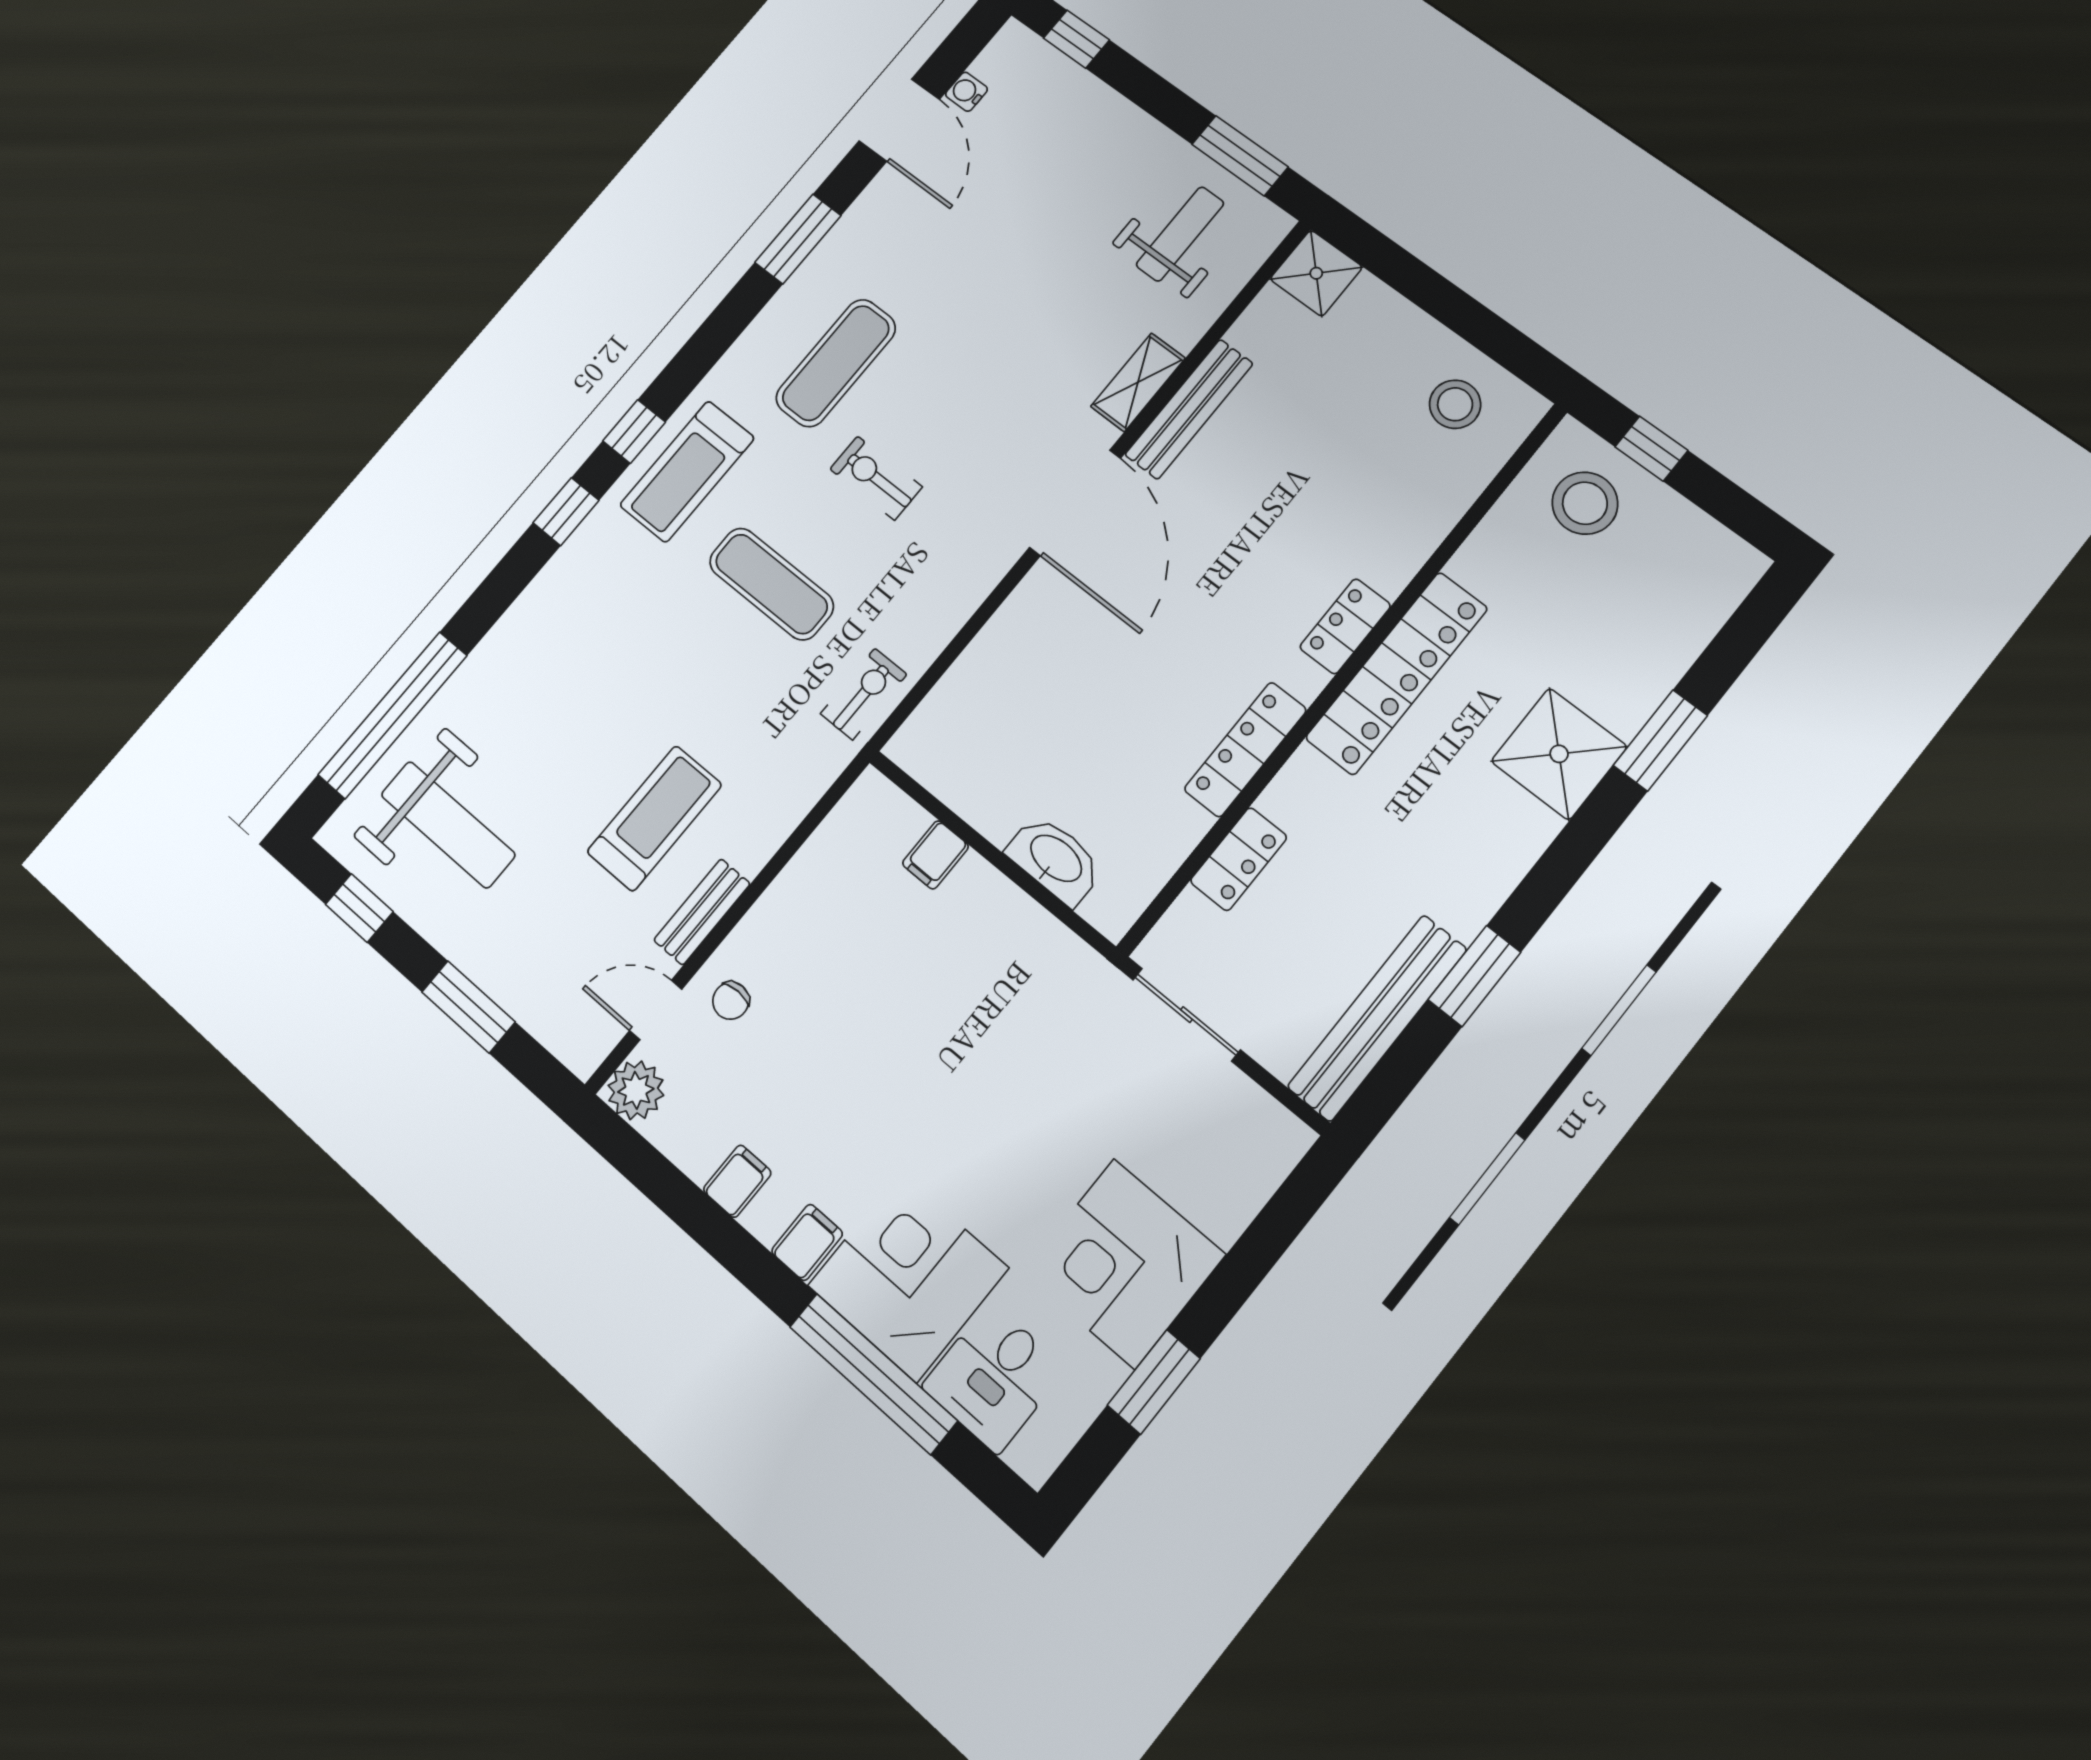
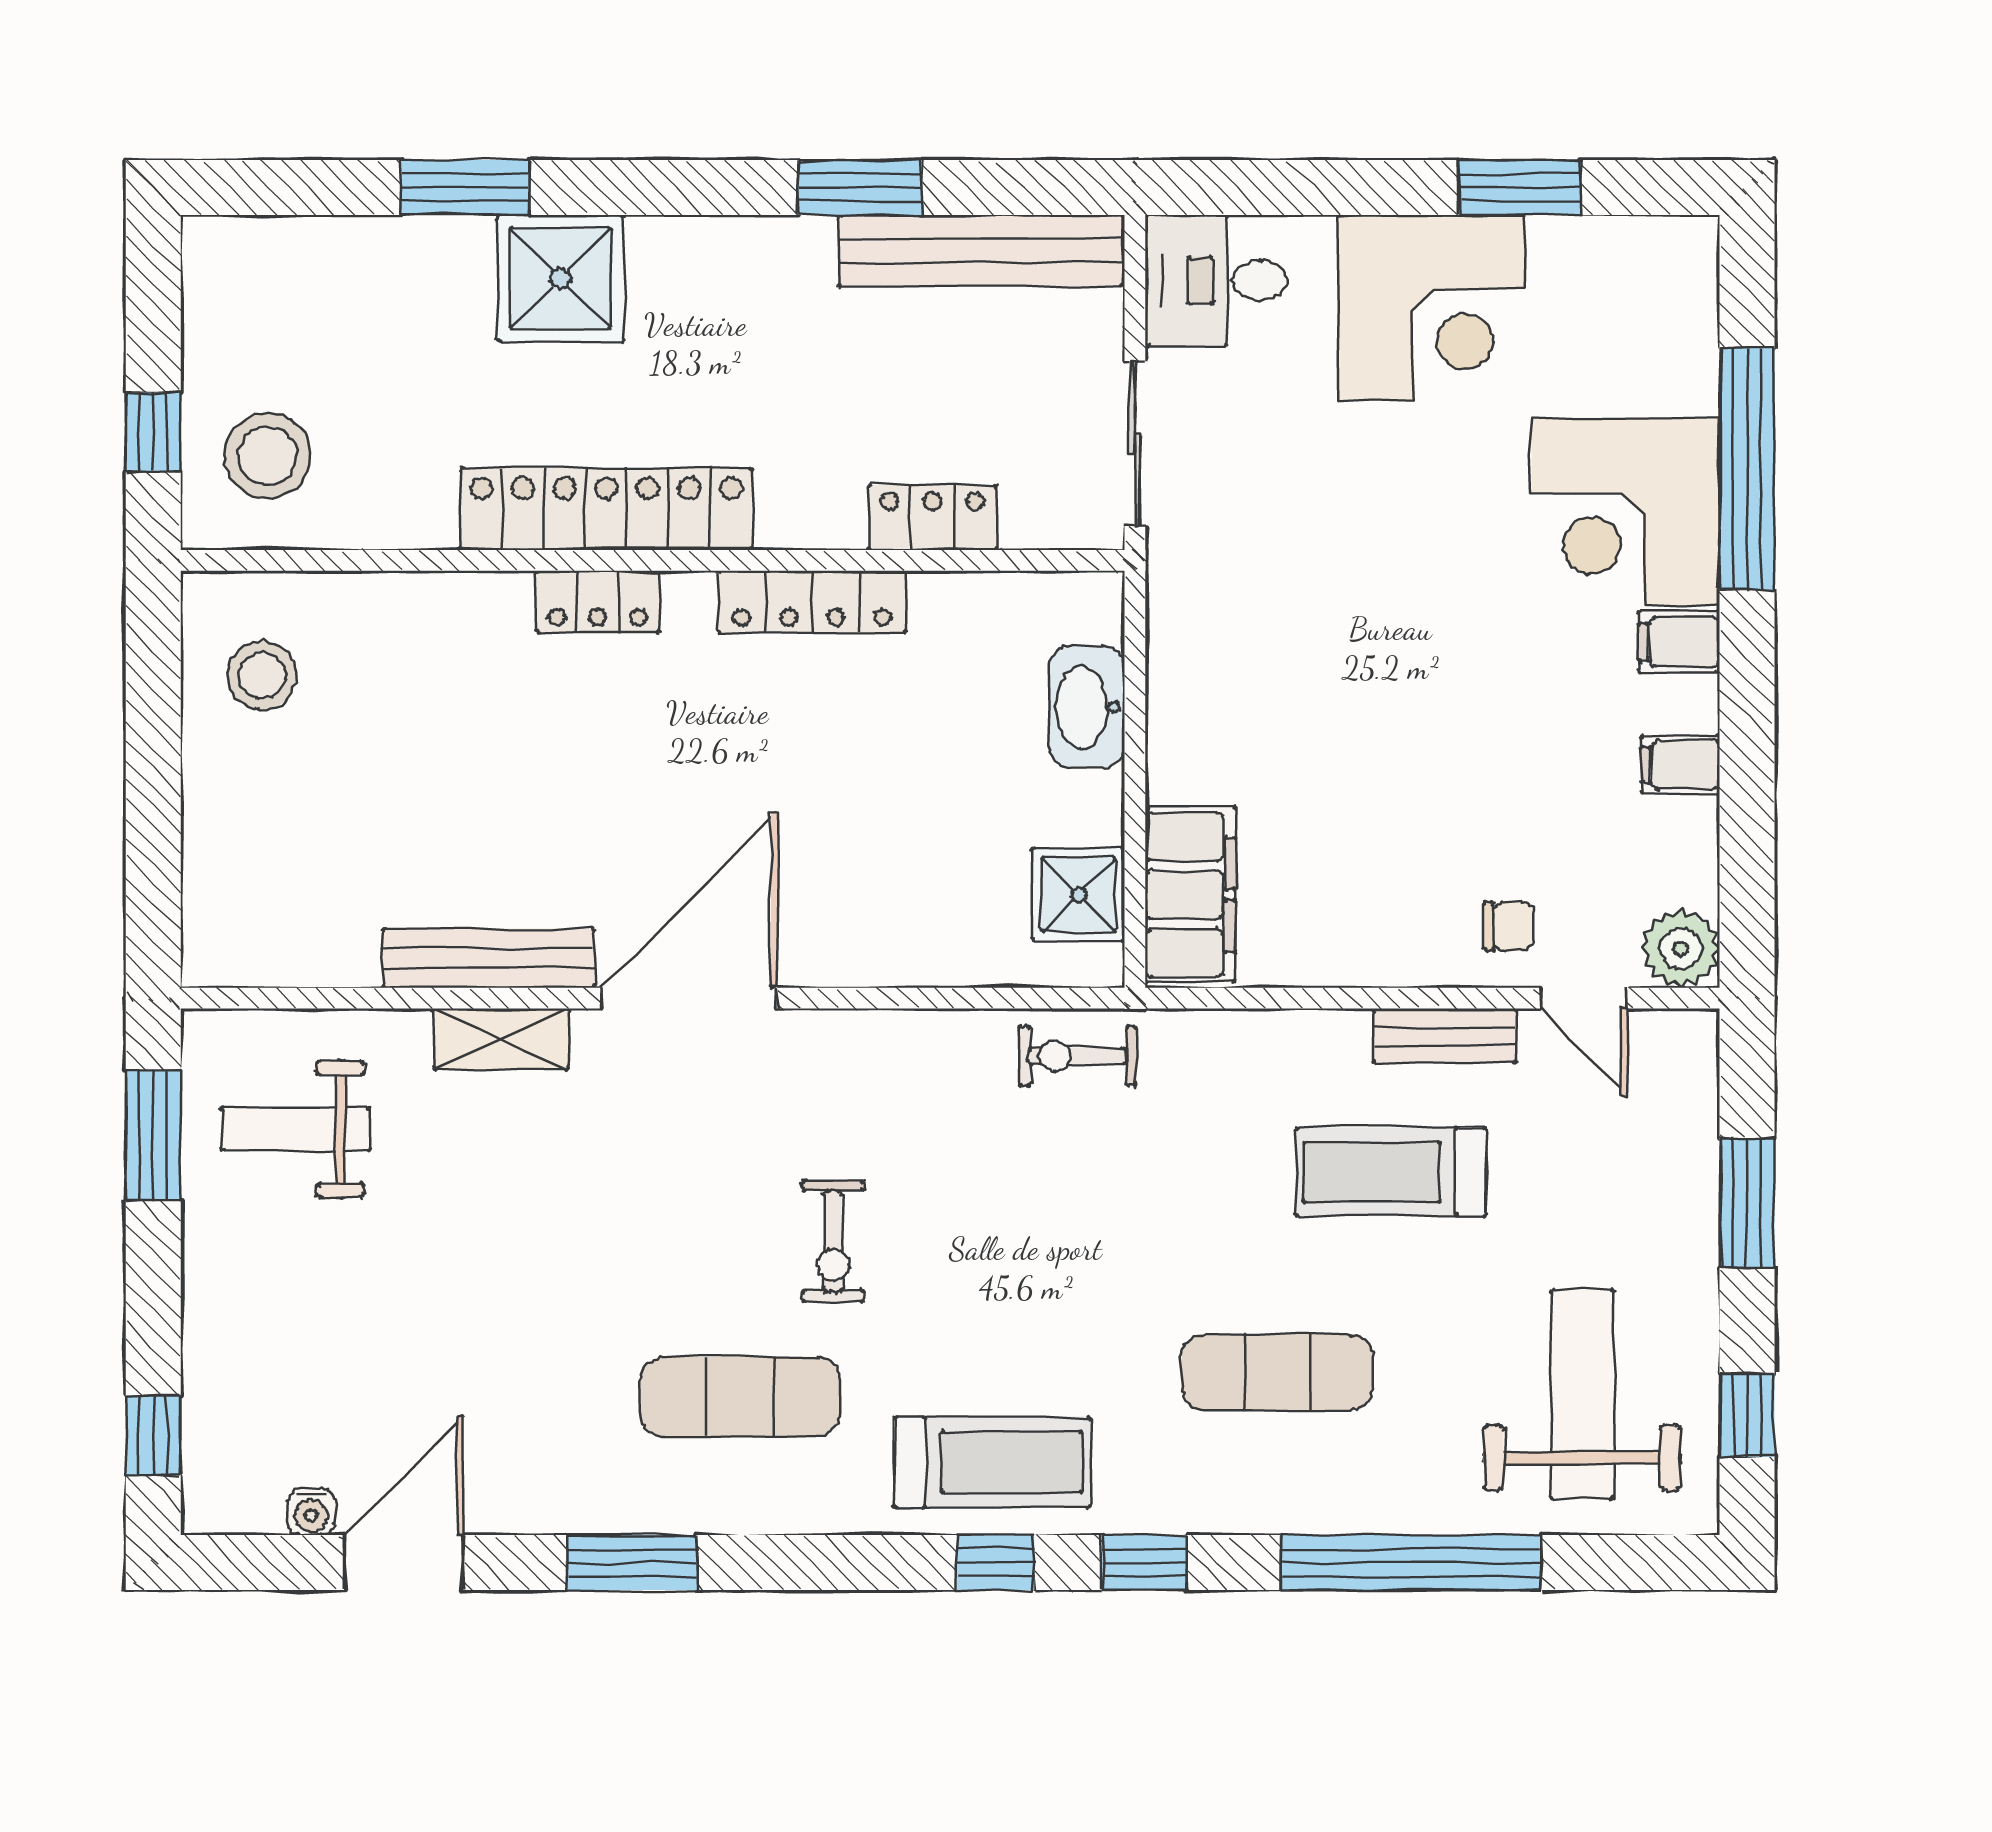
shower: (1316, 273) -> (1078, 894), moved
exercise mat: (771, 584) -> (1277, 1372), moved, turned 90
window: (393, 715) -> (1411, 1563), moved
filing cabinet: (935, 855) -> (1190, 895), width x3.00, depth x1.17
desk: (994, 1377) -> (1216, 281), moved, turned 180

